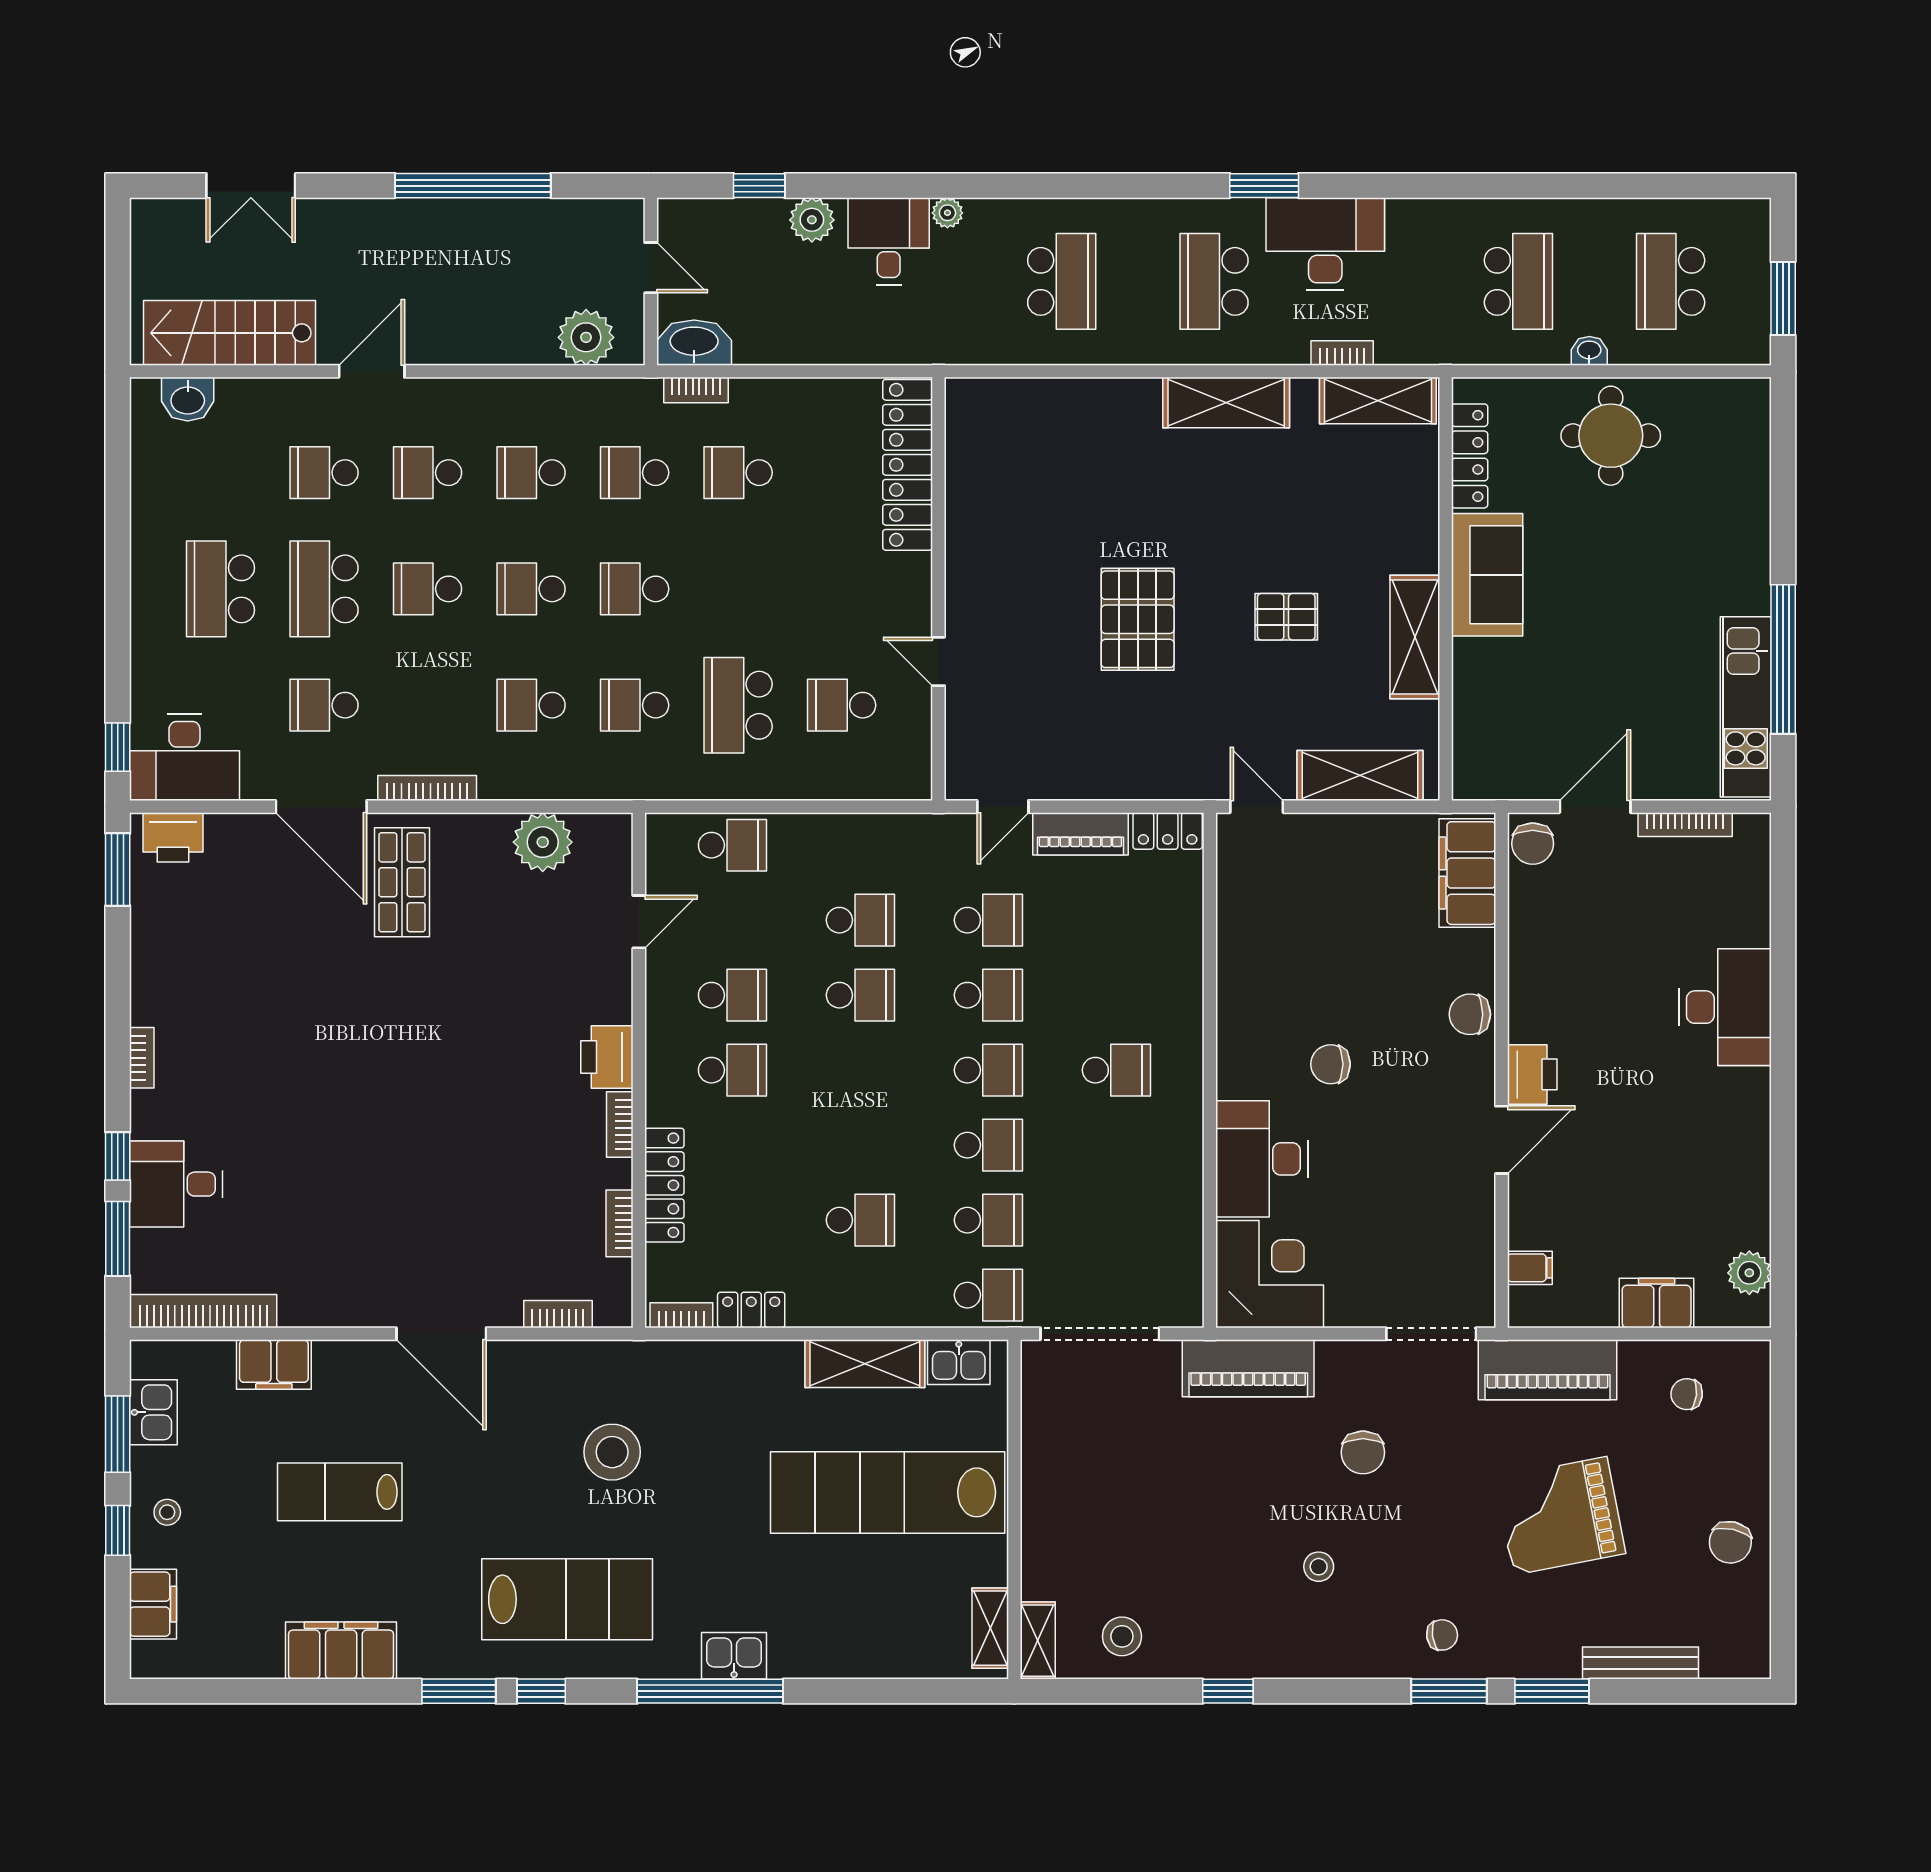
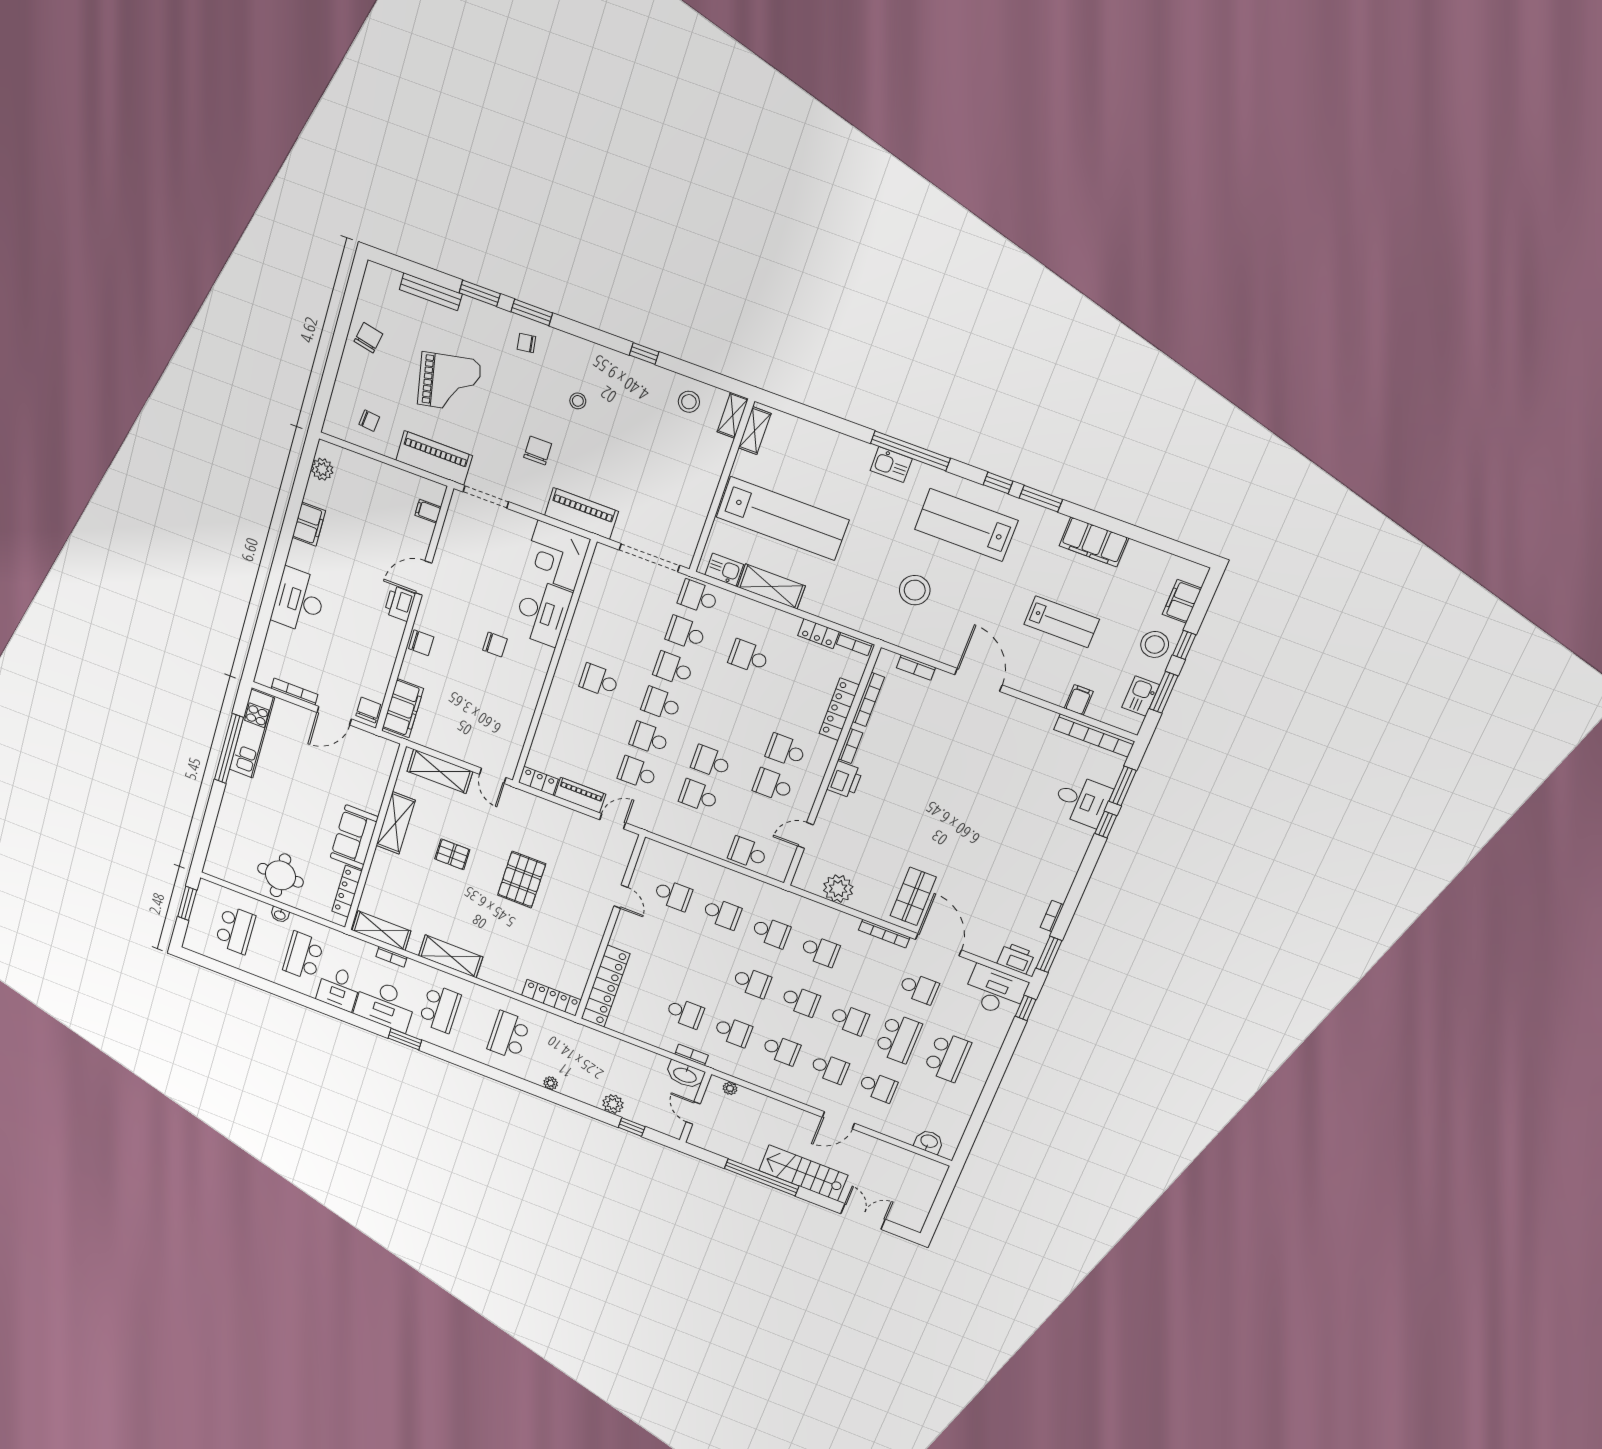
desk: (889, 241) -> (339, 988), moved
stairs: (230, 333) -> (803, 1173), moved, turned 180
plant: (586, 337) -> (730, 1088), width x0.53, depth x0.53
locker: (1004, 397) -> (551, 998), added
school desk: (738, 705) -> (722, 914), width x0.54
bookcase: (142, 1058) -> (1052, 916), moved
bookcase: (619, 1223) -> (868, 699), width x1.56
filing cabinet: (1657, 1303) -> (309, 524), moved, turned -90
filing cabinet: (274, 1365) -> (1079, 700), width x0.50
stool: (167, 1512) -> (1155, 644), width x1.89, depth x1.89

